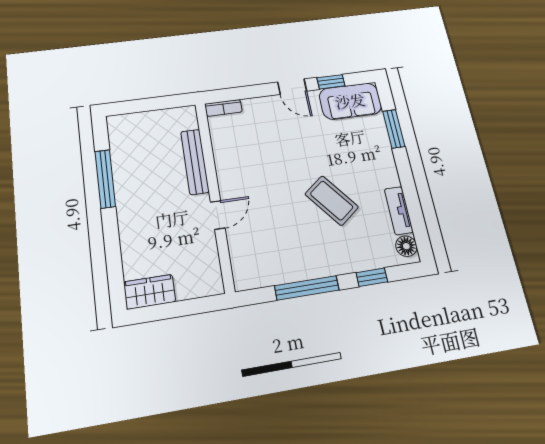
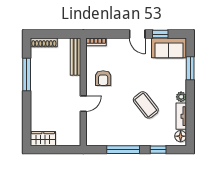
shoe rack: (131, 120) -> (44, 42), added
bench: (195, 162) -> (76, 57), moved
armchair: (246, 166) -> (103, 78), added
plant: (390, 178) -> (181, 97), added

